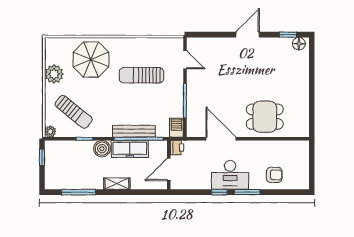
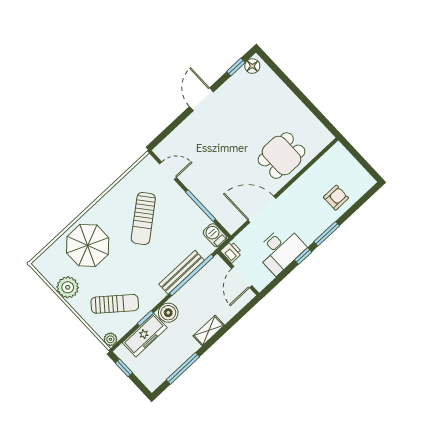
sun lounger: (142, 75) -> (143, 219), turned -39
freezer: (130, 149) -> (145, 335), moved
desk: (230, 175) -> (280, 250), moved

